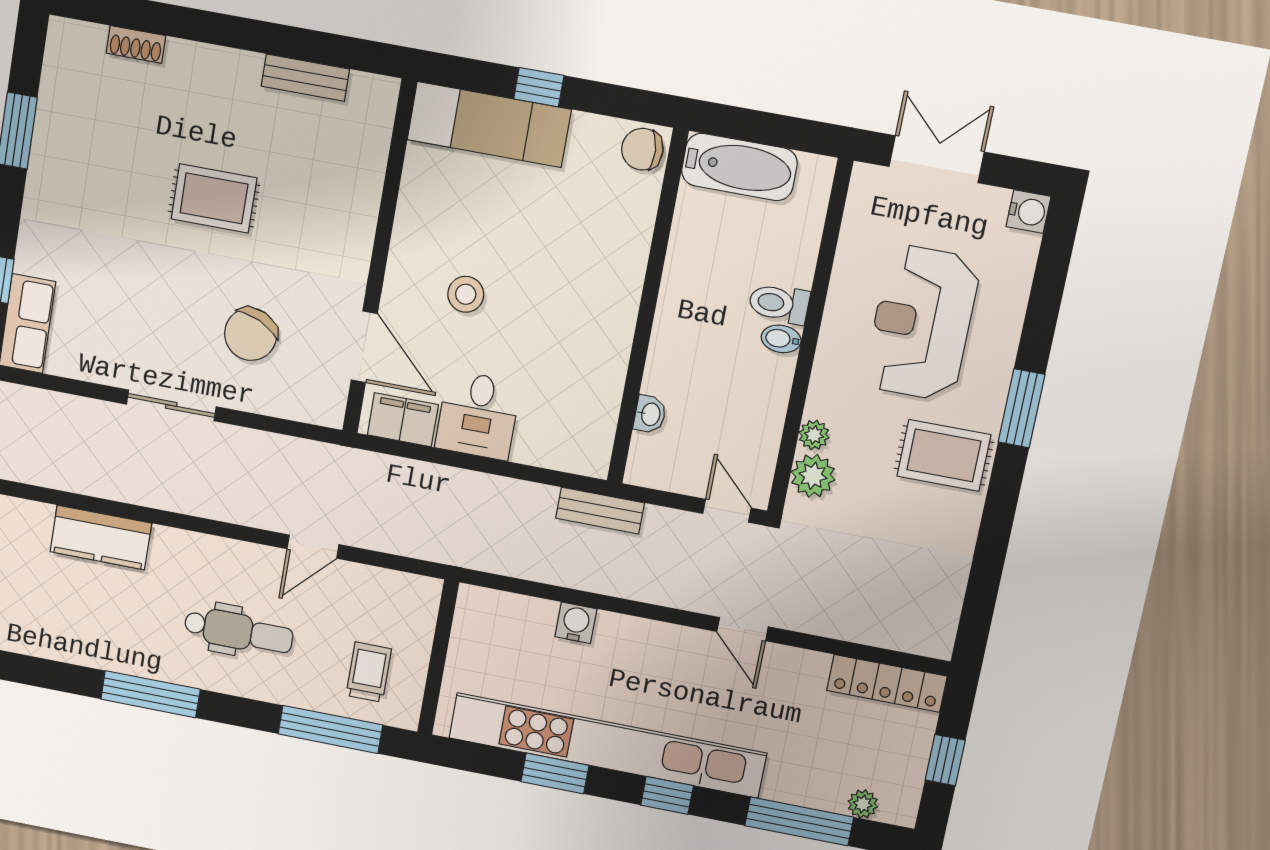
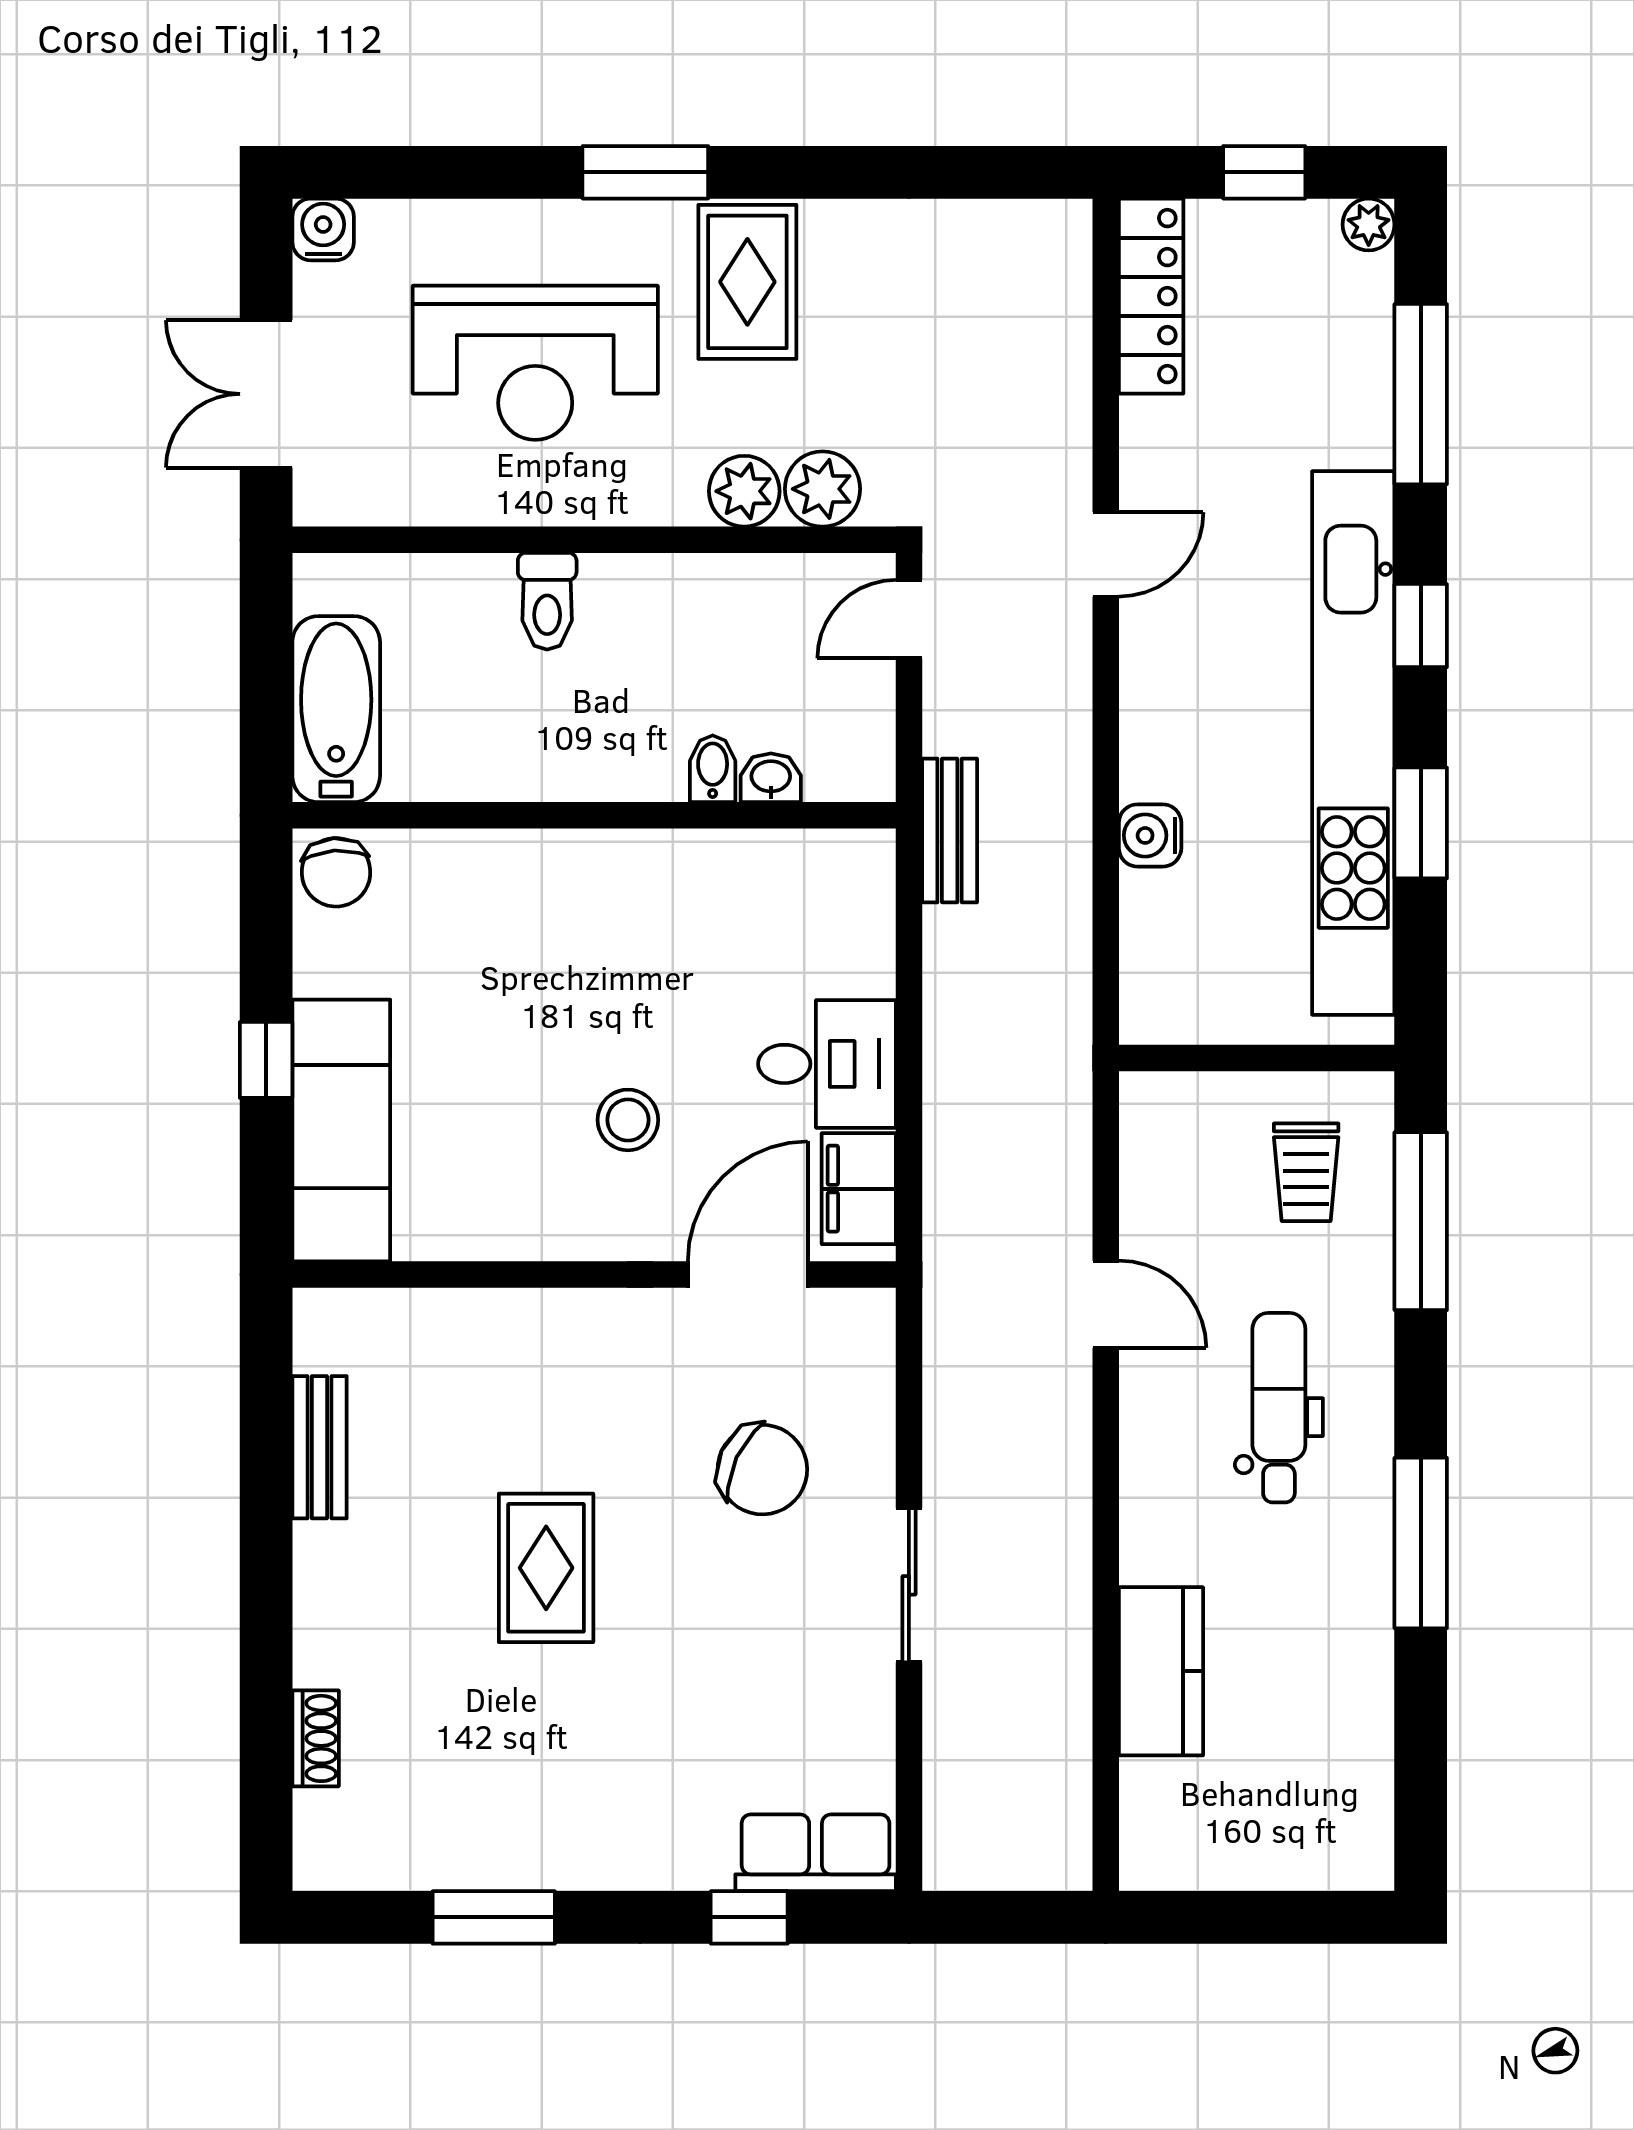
bidet: (781, 339) -> (713, 769), moved, turned 180
plant: (814, 435) -> (744, 491), width x1.38, depth x1.38
trolley: (369, 672) -> (1306, 1172), turned -90
plant: (863, 804) -> (1369, 225), moved

